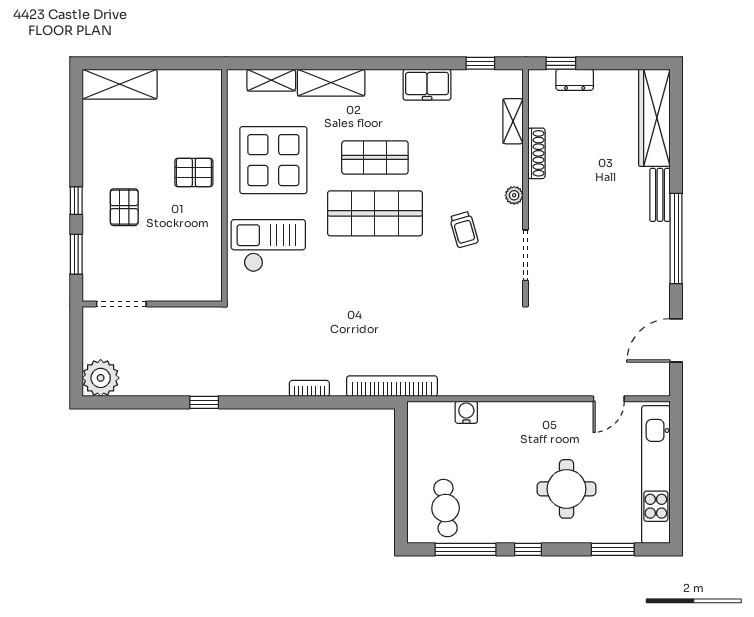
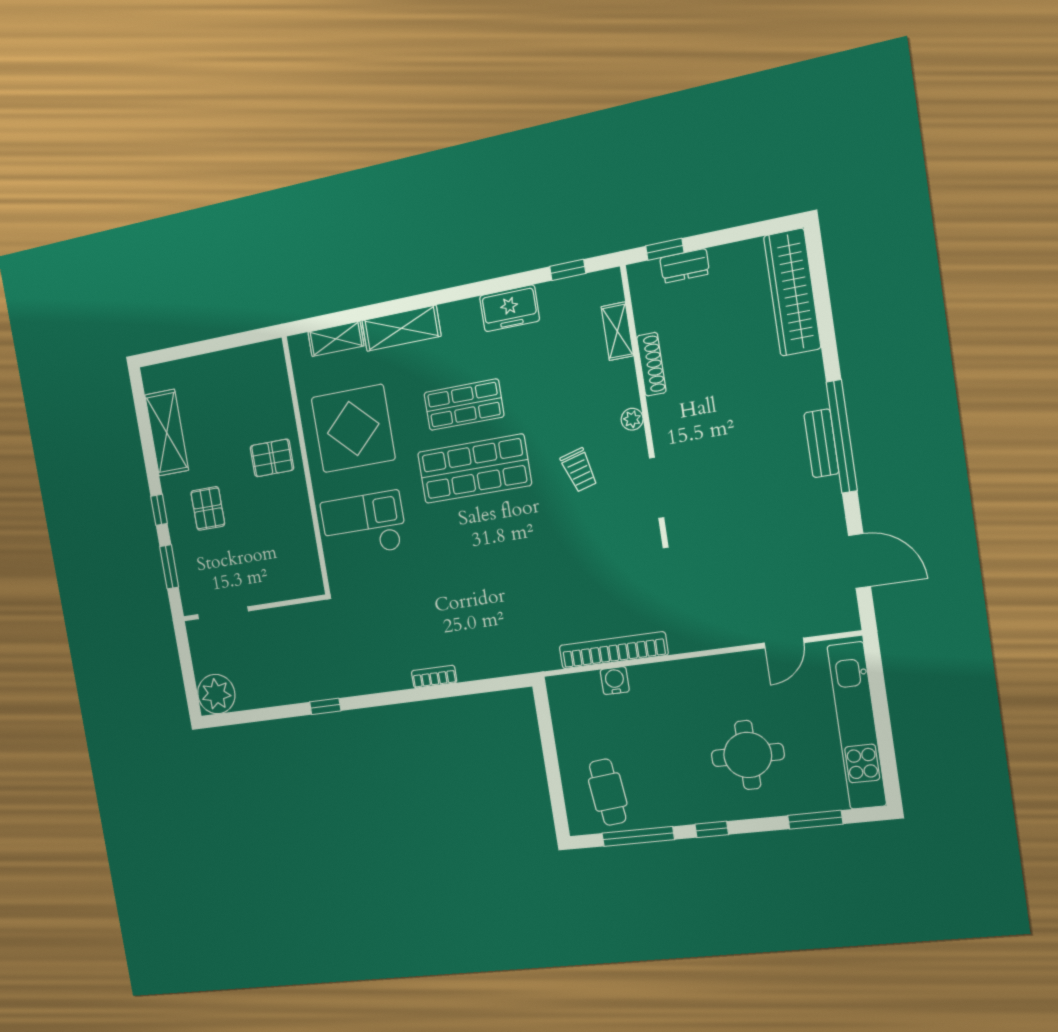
shelving: (120, 84) -> (167, 433), moved, turned 90
bench: (660, 195) -> (821, 443), moved
door: (676, 340) -> (859, 561), swing flipped
bookcase: (392, 386) -> (613, 650), moved

